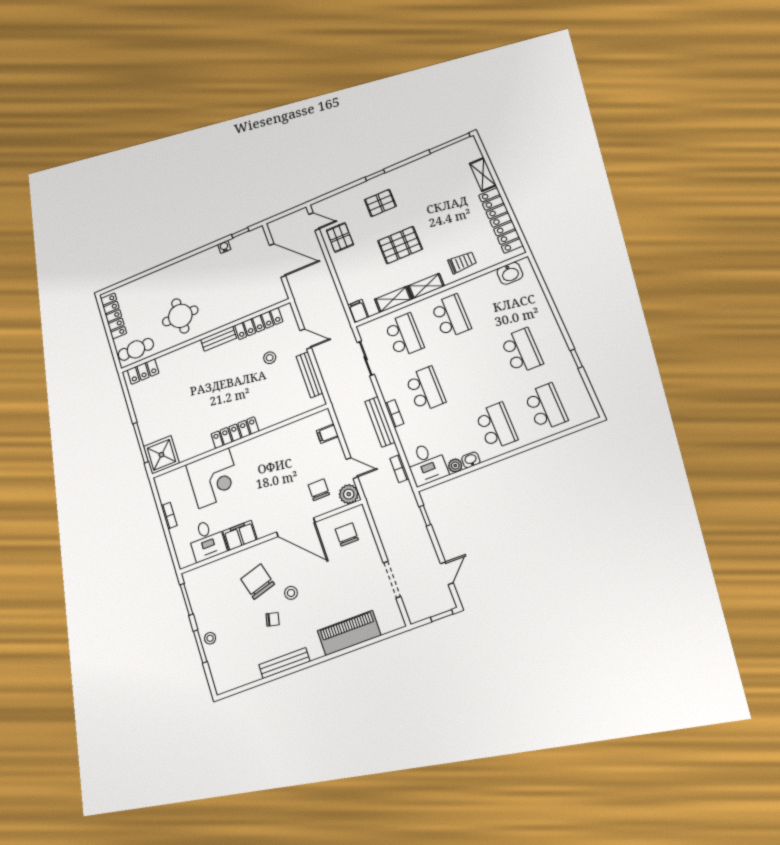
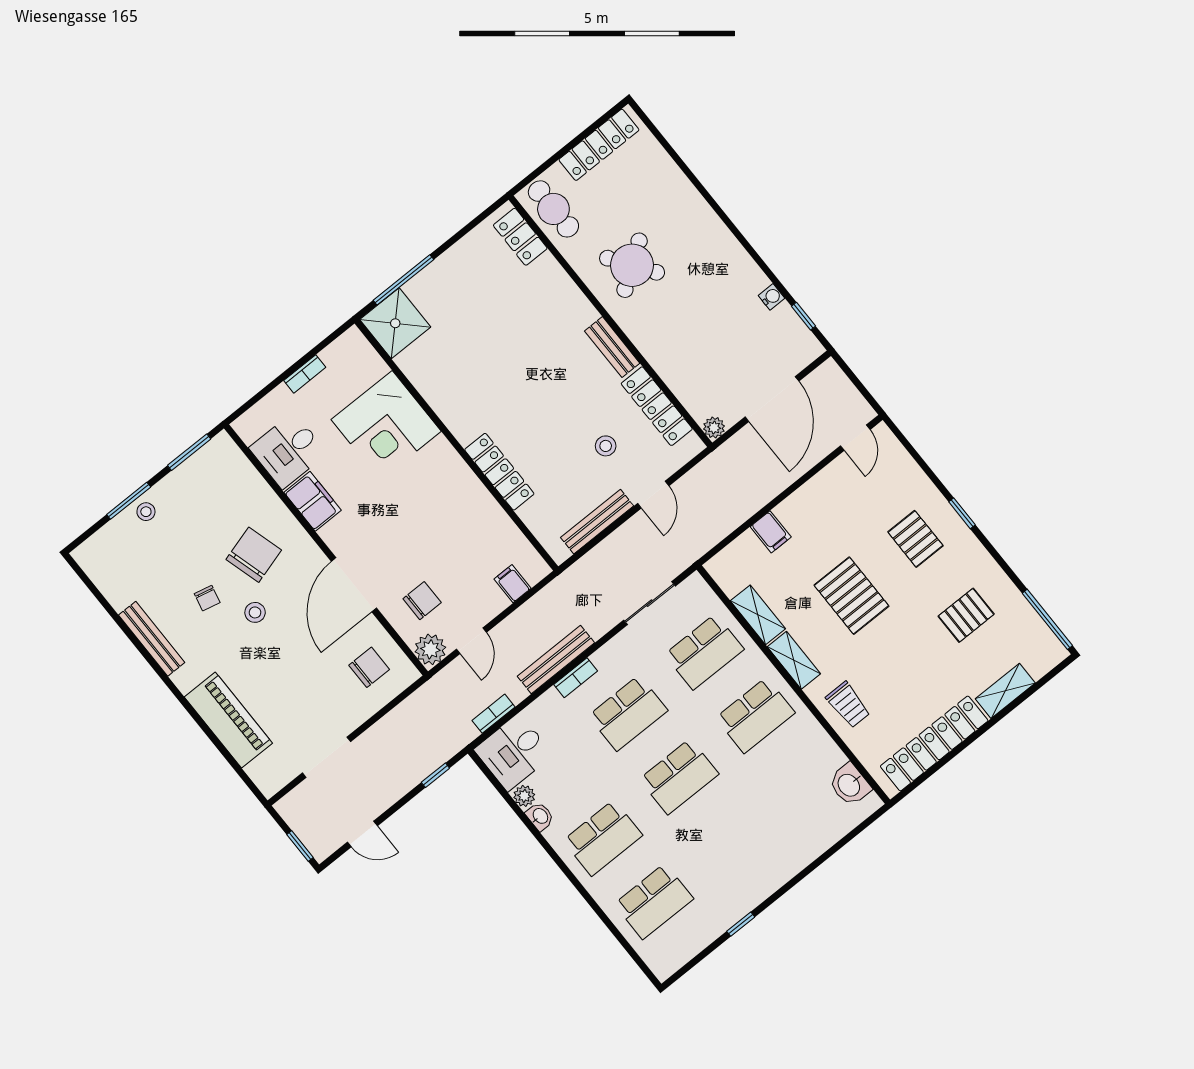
pallet: (340, 237) -> (966, 615), moved
plant: (281, 296) -> (714, 428), added
filing cabinet: (358, 311) -> (771, 532), moved, turned 90
round table: (180, 316) -> (632, 265), turned -35
school desk: (522, 351) -> (679, 777), moved
locker: (235, 433) -> (499, 472), moved

